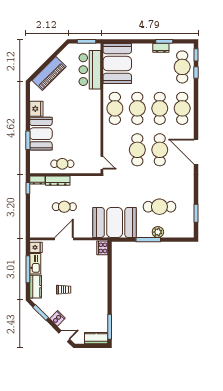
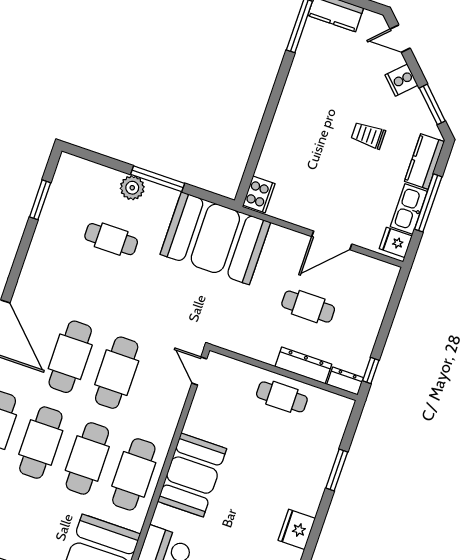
booth: (41, 134) -> (192, 475), moved
cafe table: (159, 207) -> (111, 239), width x0.73, depth x0.74

